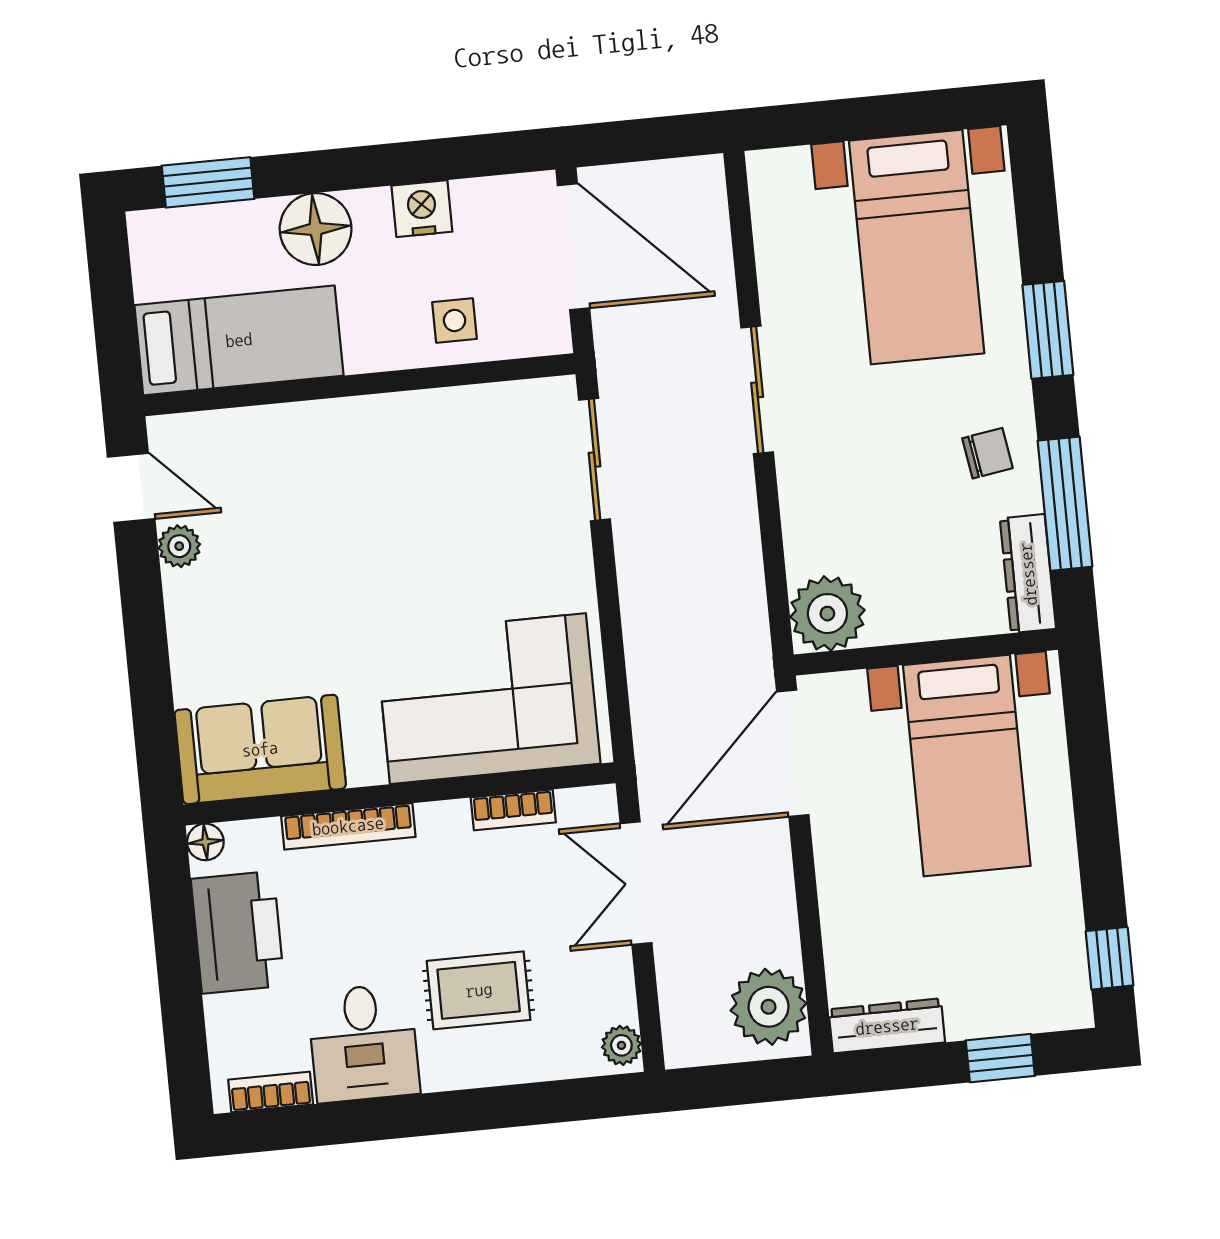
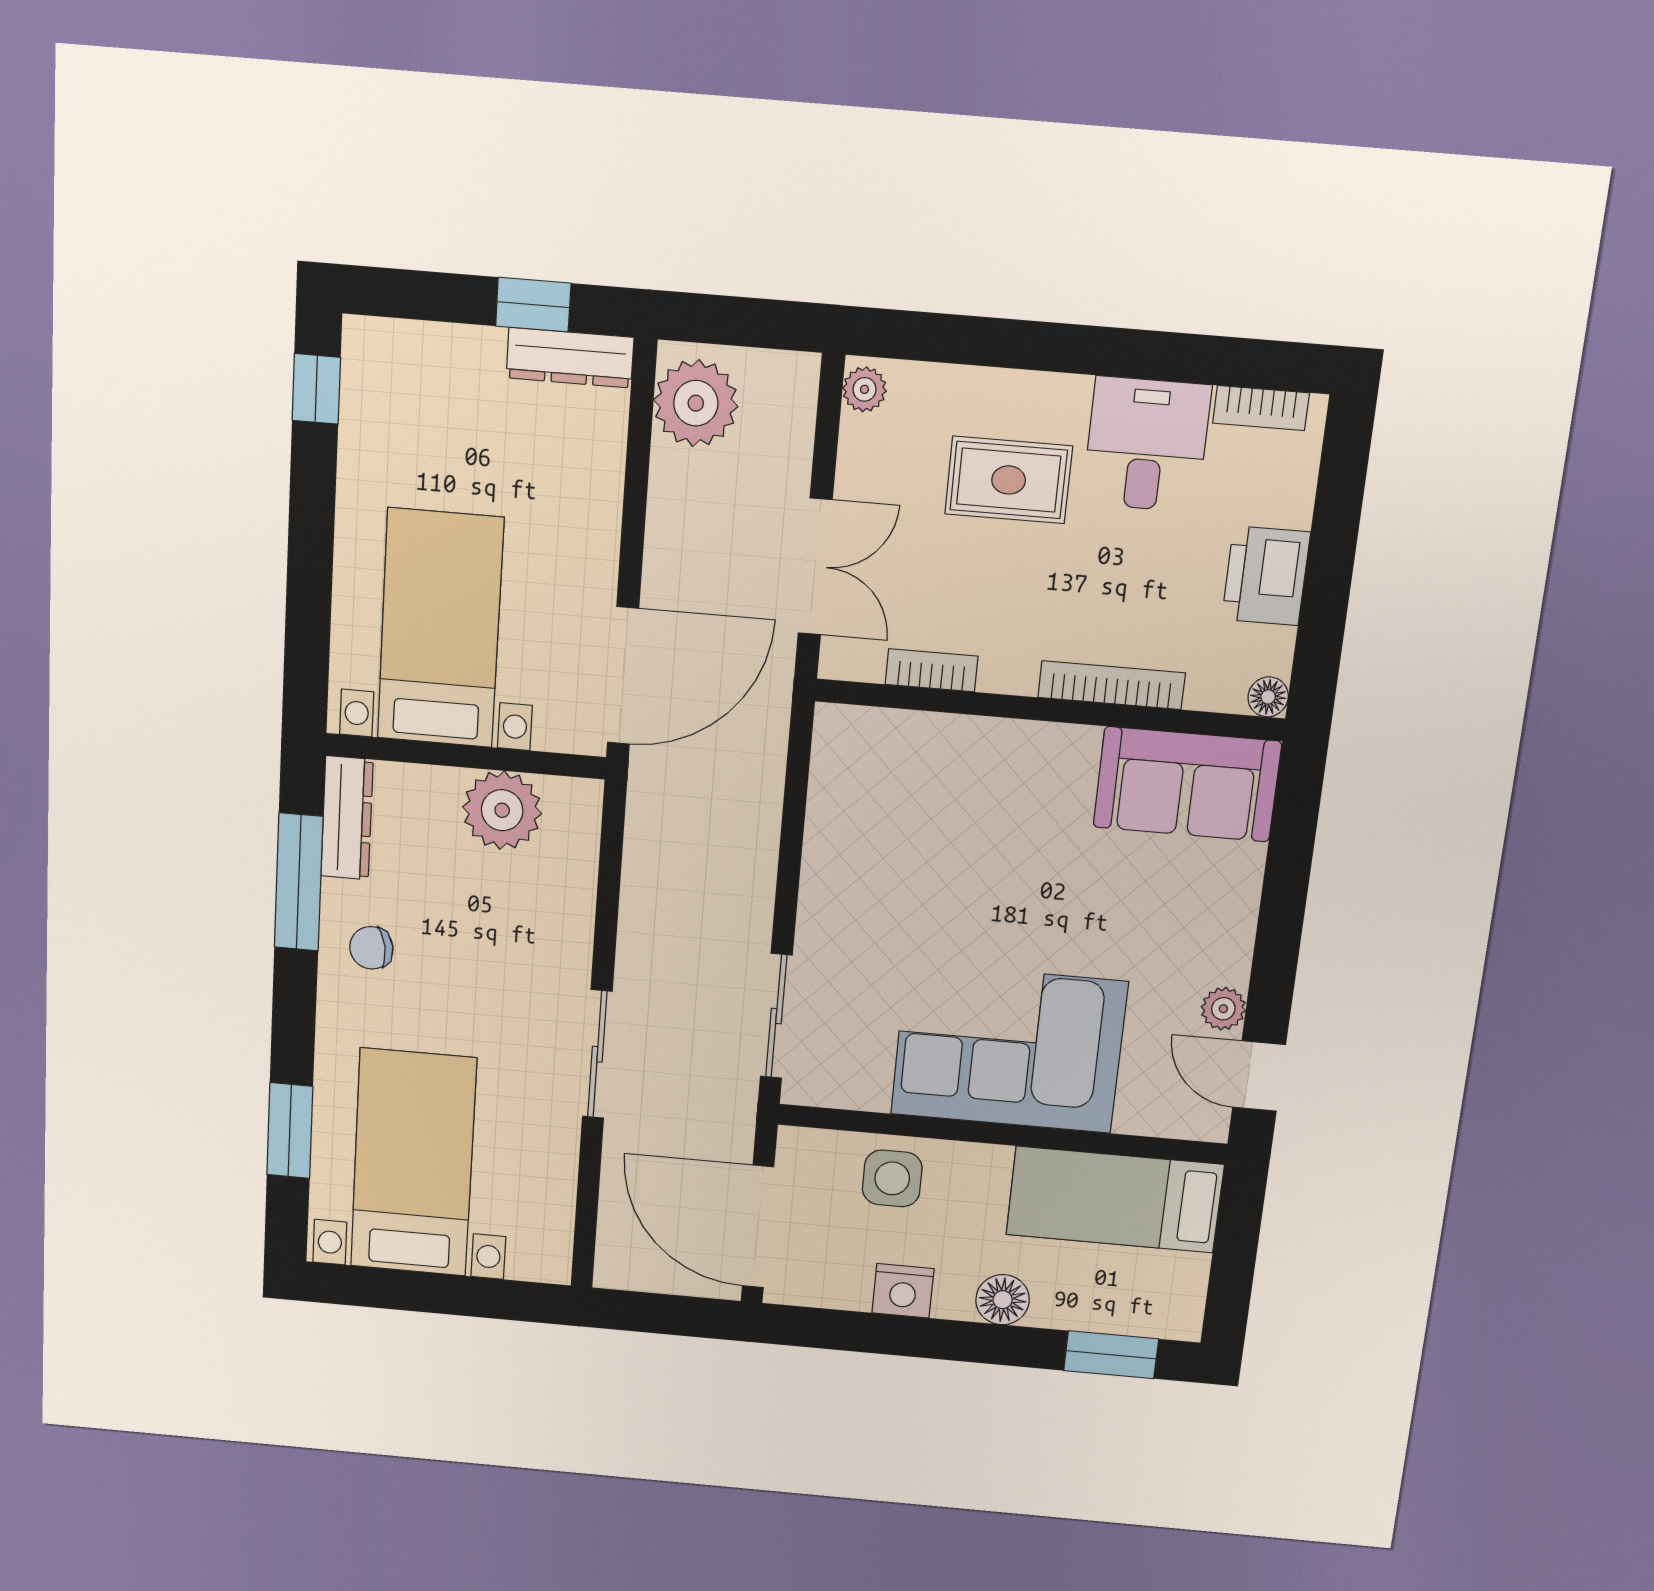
floor lamp: (316, 229) -> (1003, 1300), width x0.73, depth x0.73
side table: (455, 320) -> (892, 1178), width x1.37, depth x1.37
window: (1048, 330) -> (290, 1131), moved
plant: (827, 614) -> (502, 810), moved
corner sofa: (488, 699) -> (1009, 1048), moved, turned 180
printer: (238, 932) -> (1266, 576), width x0.73, depth x0.84
window: (1000, 1058) -> (533, 305), moved

